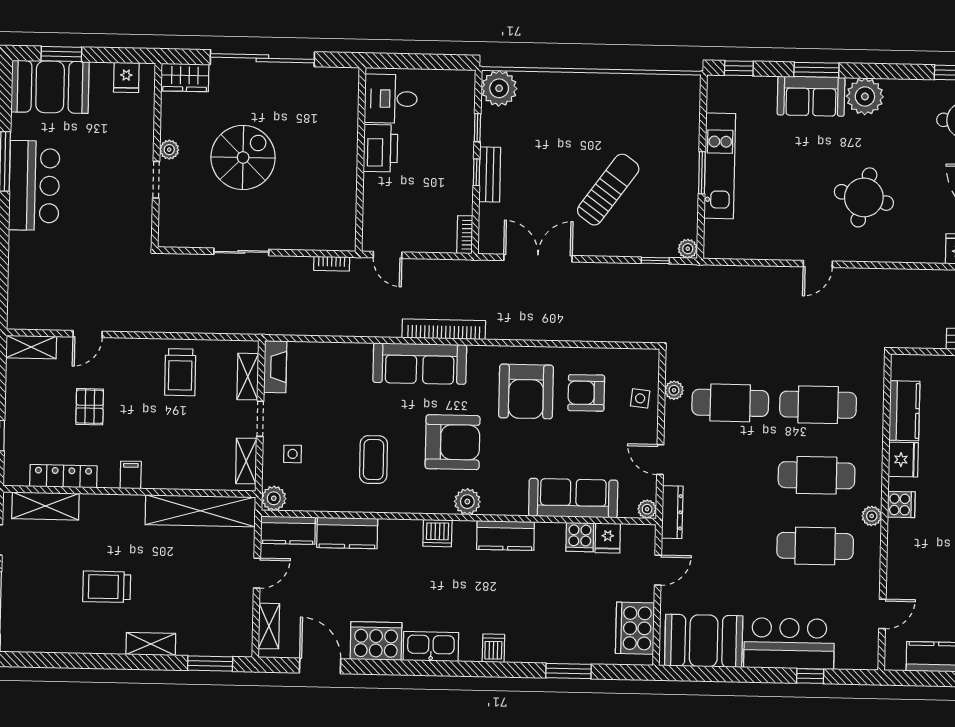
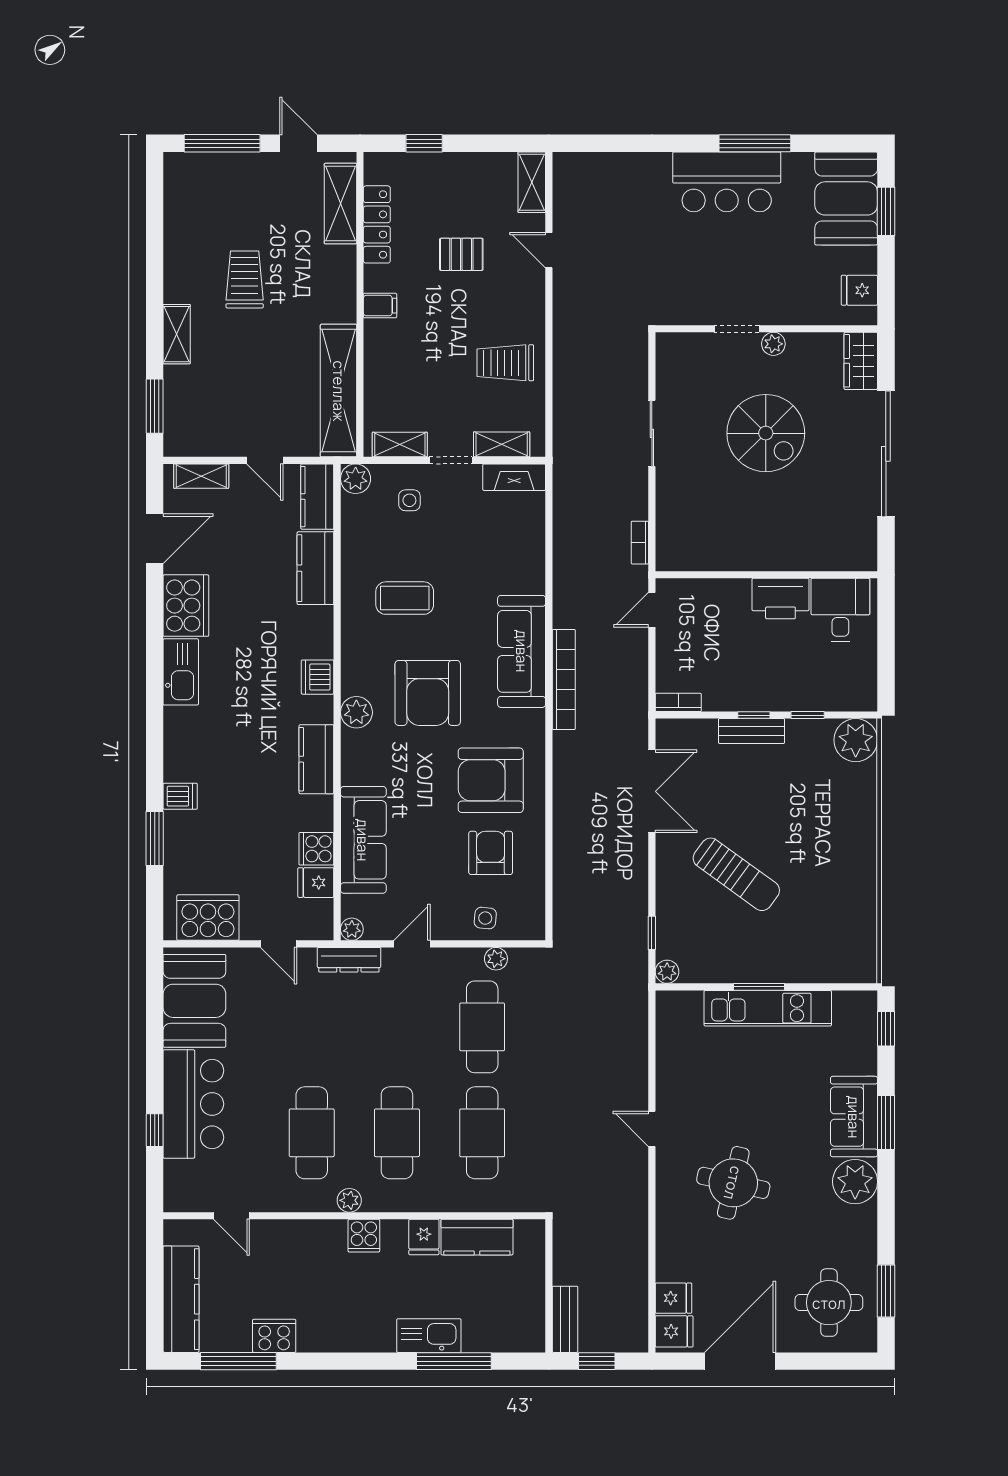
fridge: (903, 460) -> (424, 1237), width x0.72
dishwasher: (493, 648) -> (180, 796), moved

